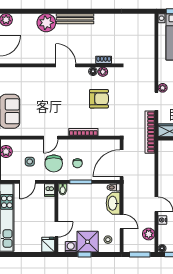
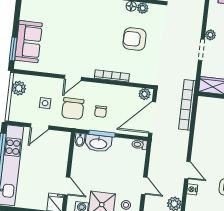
armchair: (99, 99) -> (134, 39), turned 180
bookcase: (150, 132) -> (187, 105), moved
plant: (113, 144) -> (145, 94), added
dishwasher: (50, 190) -> (64, 139), removed
washbasin: (113, 203) -> (98, 143), moved, turned -90
door: (56, 229) -> (67, 186), hinge flipped

